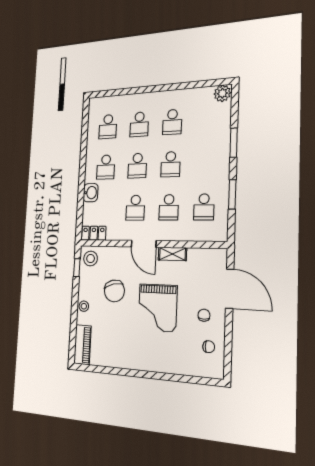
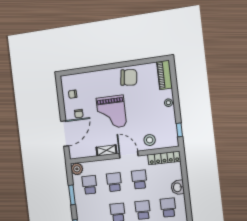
locker: (94, 233) -> (164, 158), width x1.53
plant: (219, 233) -> (77, 169), added
stool: (91, 258) -> (150, 140), moved
door: (230, 289) -> (65, 134), swing flipped
chair: (114, 291) -> (129, 77), moved, turned 111
grand piano: (158, 308) -> (111, 112), turned 180

